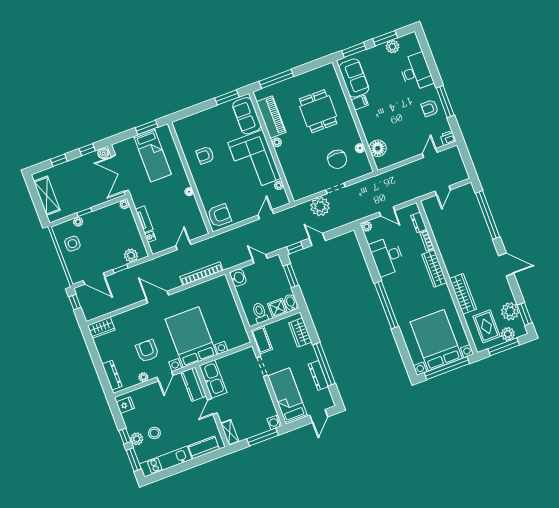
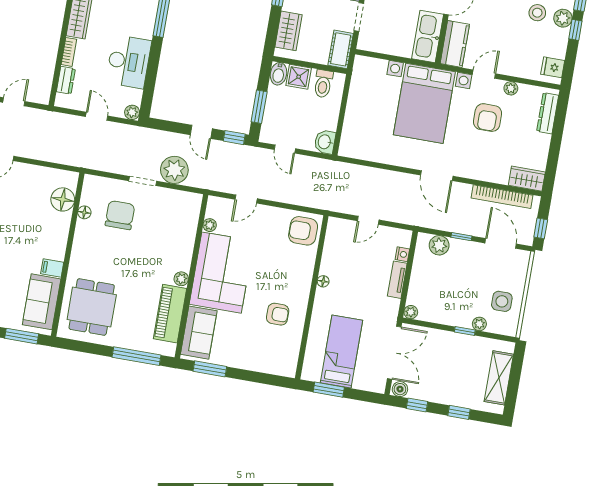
dining table: (318, 111) -> (92, 307), moved
bookcase: (201, 274) -> (502, 197), moved

